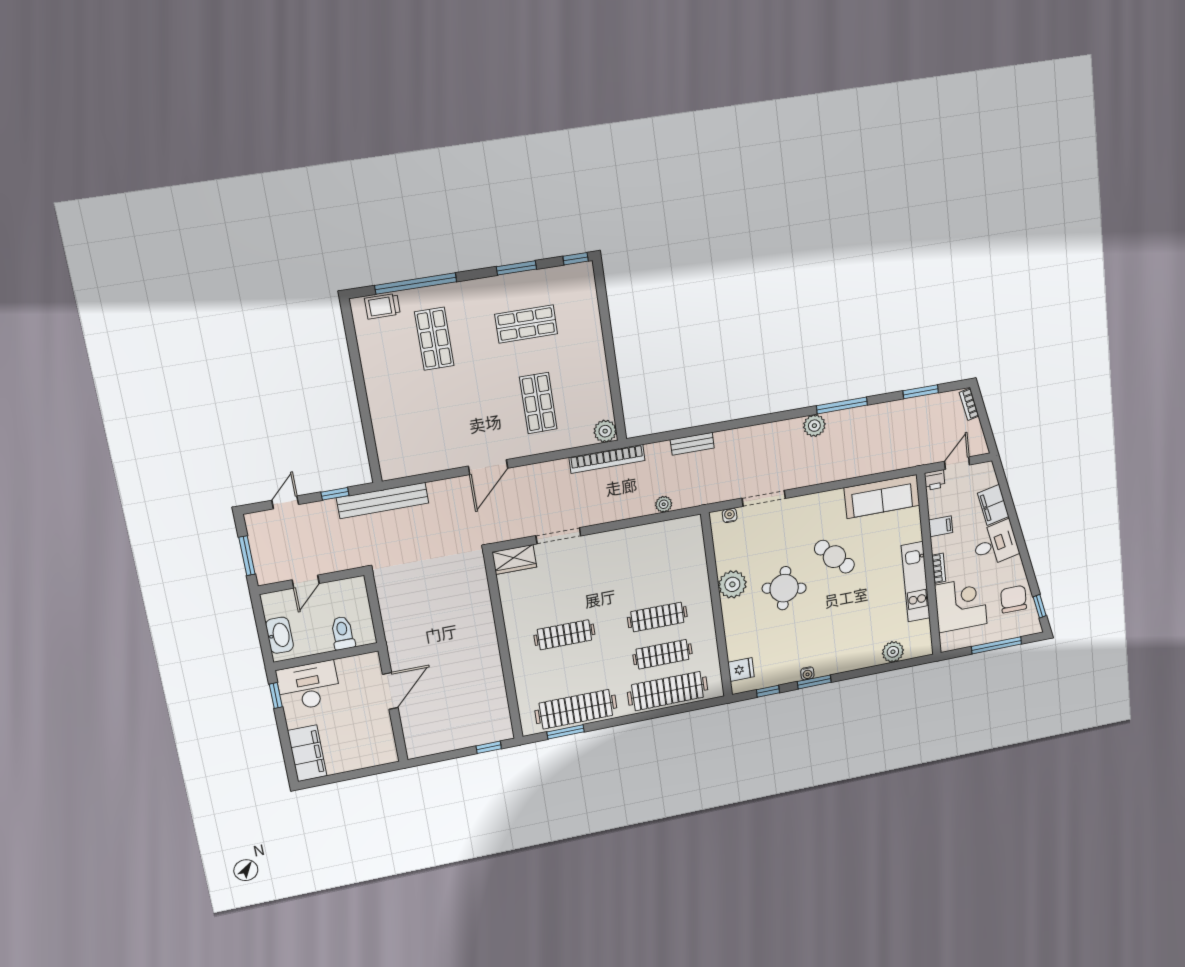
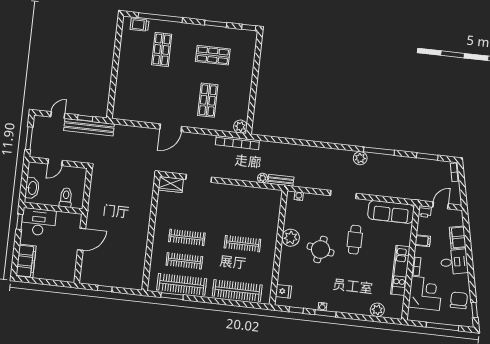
bench: (692, 444) -> (281, 180), moved
doorway: (764, 498) -> (343, 194), moved
bench: (383, 500) -> (89, 127), moved
cafe table: (834, 557) -> (355, 240), turned 45
clothes rail: (663, 654) -> (184, 261), moved
window: (489, 747) -> (105, 289), moved

